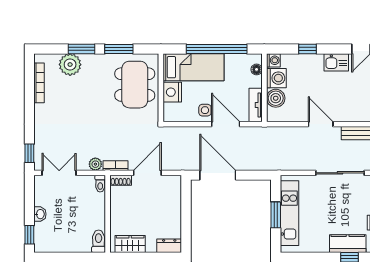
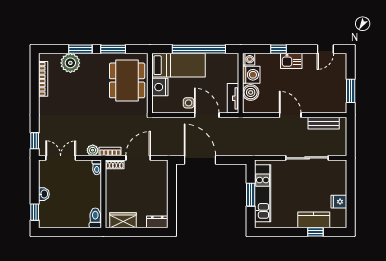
kitchen sink: (336, 62) -> (291, 61), moved
floor lamp: (257, 69) -> (234, 67), removed

